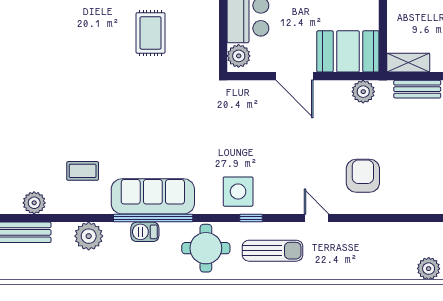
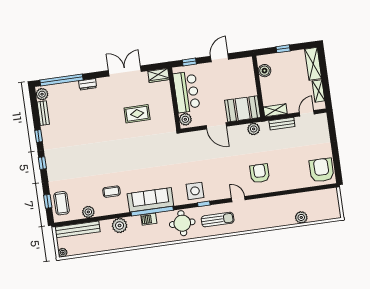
rug: (151, 33) -> (137, 114), turned 90

